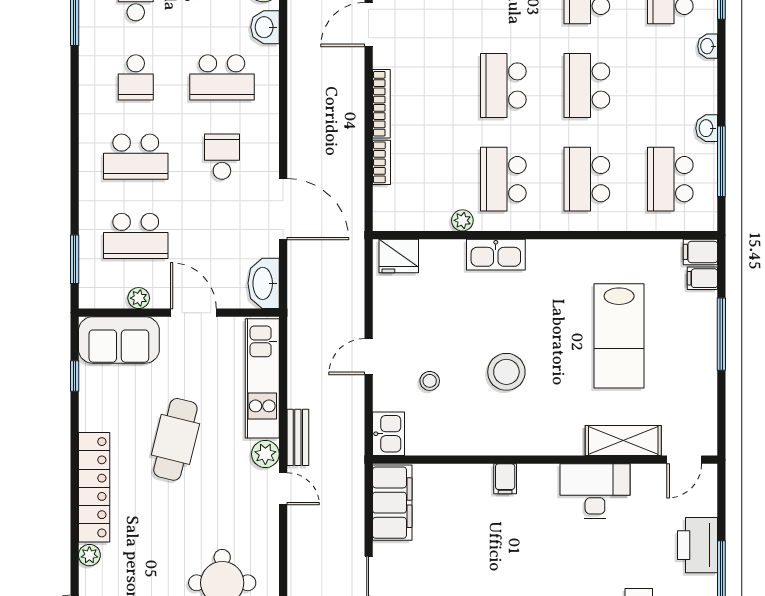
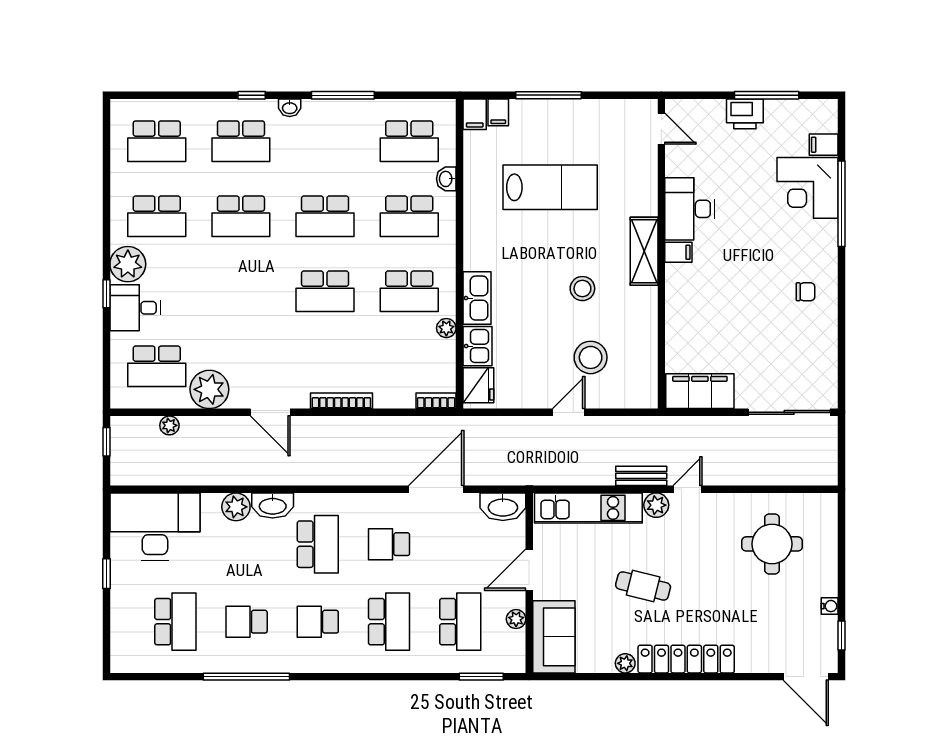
washbasin: (265, 27) -> (273, 505), width x1.38
school desk: (136, 77) -> (318, 622), turned 180
washbasin: (707, 128) -> (446, 179), moved, turned 90
window: (721, 161) -> (343, 95), moved
bookcase: (381, 162) -> (436, 401), moved
door: (369, 357) -> (569, 412), swing flipped
stool: (506, 372) -> (582, 289), width x0.73, depth x0.73
window: (75, 376) -> (586, 677), removed
stool: (430, 381) -> (591, 357), width x1.89, depth x1.89
kitchen sink: (389, 434) -> (477, 346), moved, turned 90
cafe table: (175, 439) -> (643, 586), width x0.73, depth x0.74
shelving: (623, 441) -> (644, 251), moved
filing cabinet: (505, 479) -> (678, 252), moved
printer: (698, 545) -> (745, 114), width x0.73, depth x0.84
plant: (89, 555) -> (625, 663), moved

